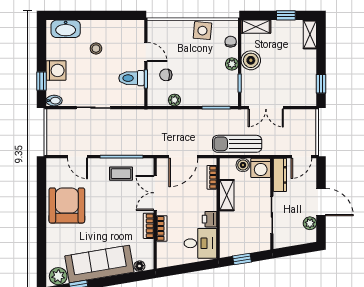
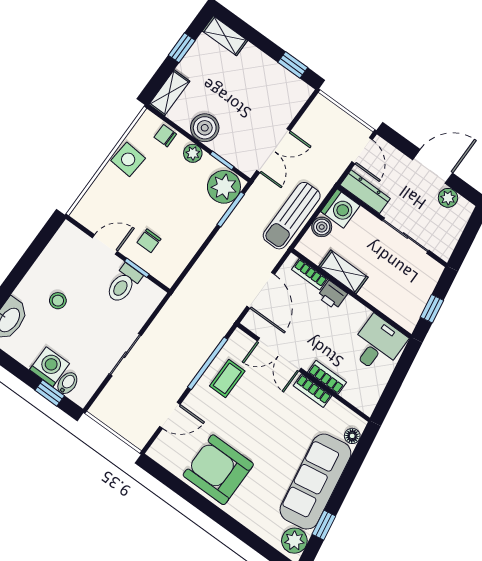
plant: (174, 100) -> (224, 187), moved, width x1.88, depth x1.88
bidet: (54, 101) -> (67, 383), moved
printer: (209, 219) -> (332, 295), moved

